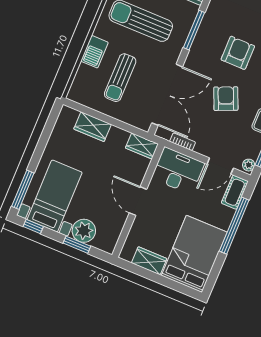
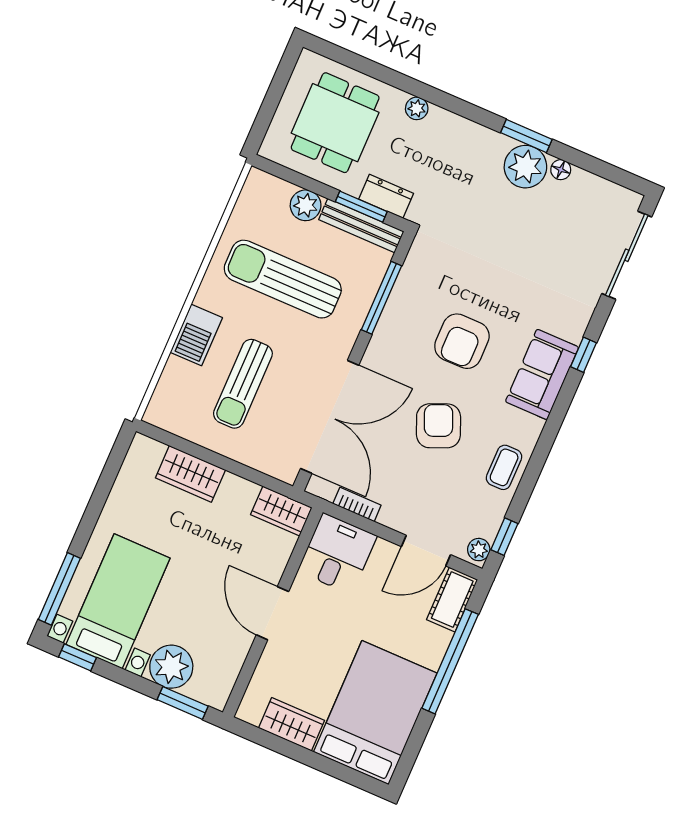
armchair: (238, 53) -> (462, 341), turned 180
desk: (178, 171) -> (337, 554), width x0.73
window: (77, 245) -> (183, 703), moved

